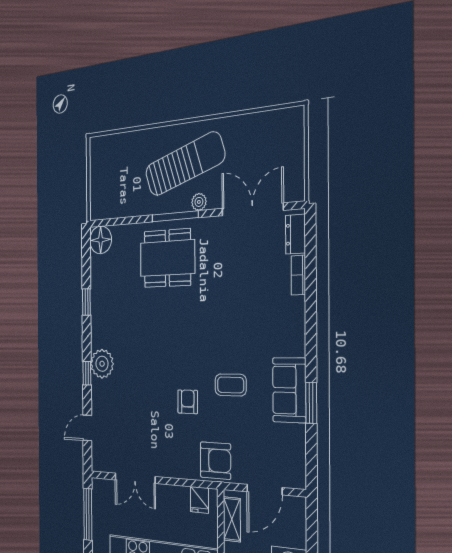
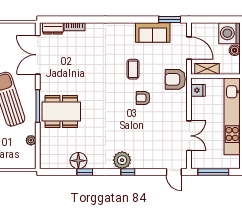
plant: (199, 202) -> (31, 140), moved
floor lamp: (101, 240) -> (78, 161), moved
dining table: (167, 258) -> (61, 112), turned 90
sofa: (289, 390) -> (153, 33), moved
window: (311, 403) -> (170, 20), moved
door: (87, 428) -> (174, 172), moved
armchair: (215, 461) -> (175, 79), turned -90

